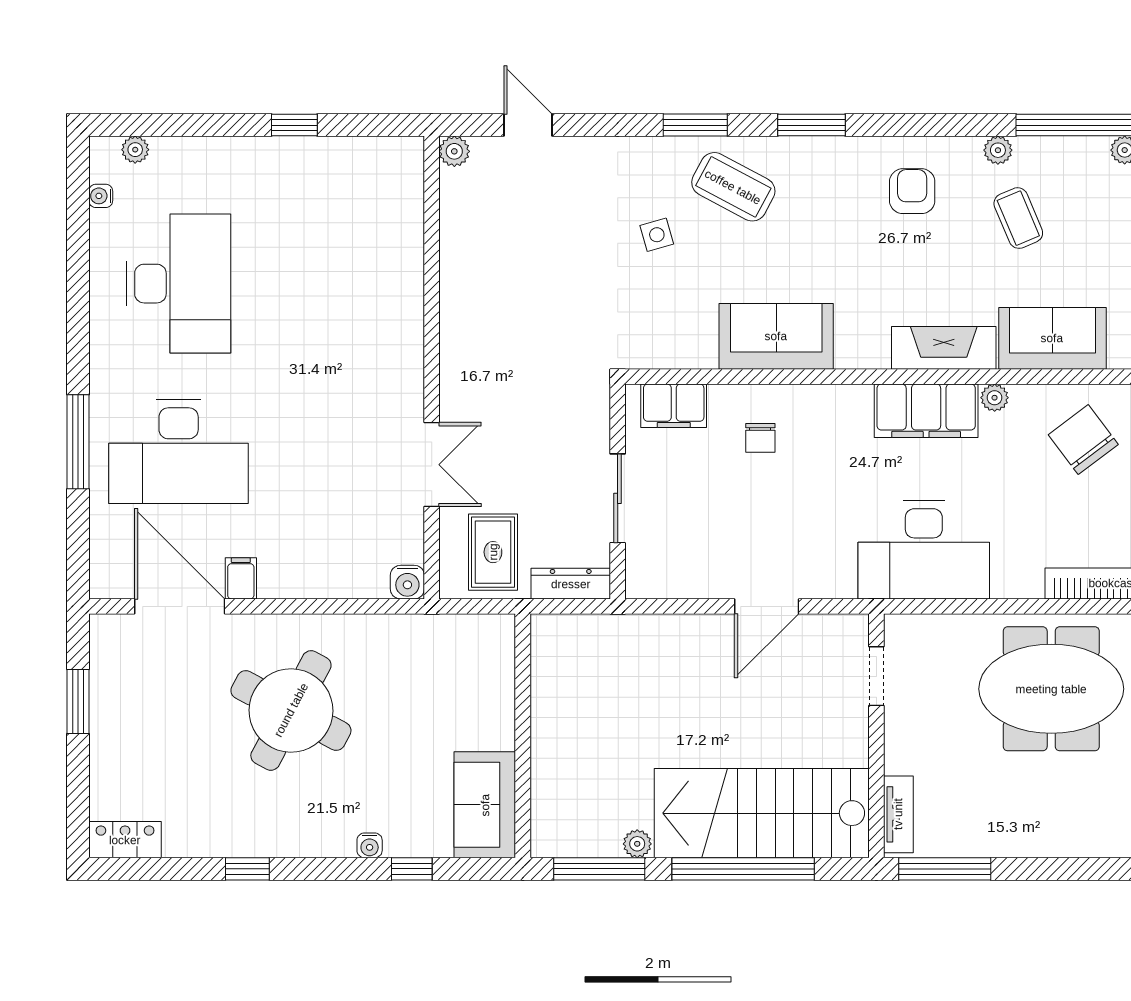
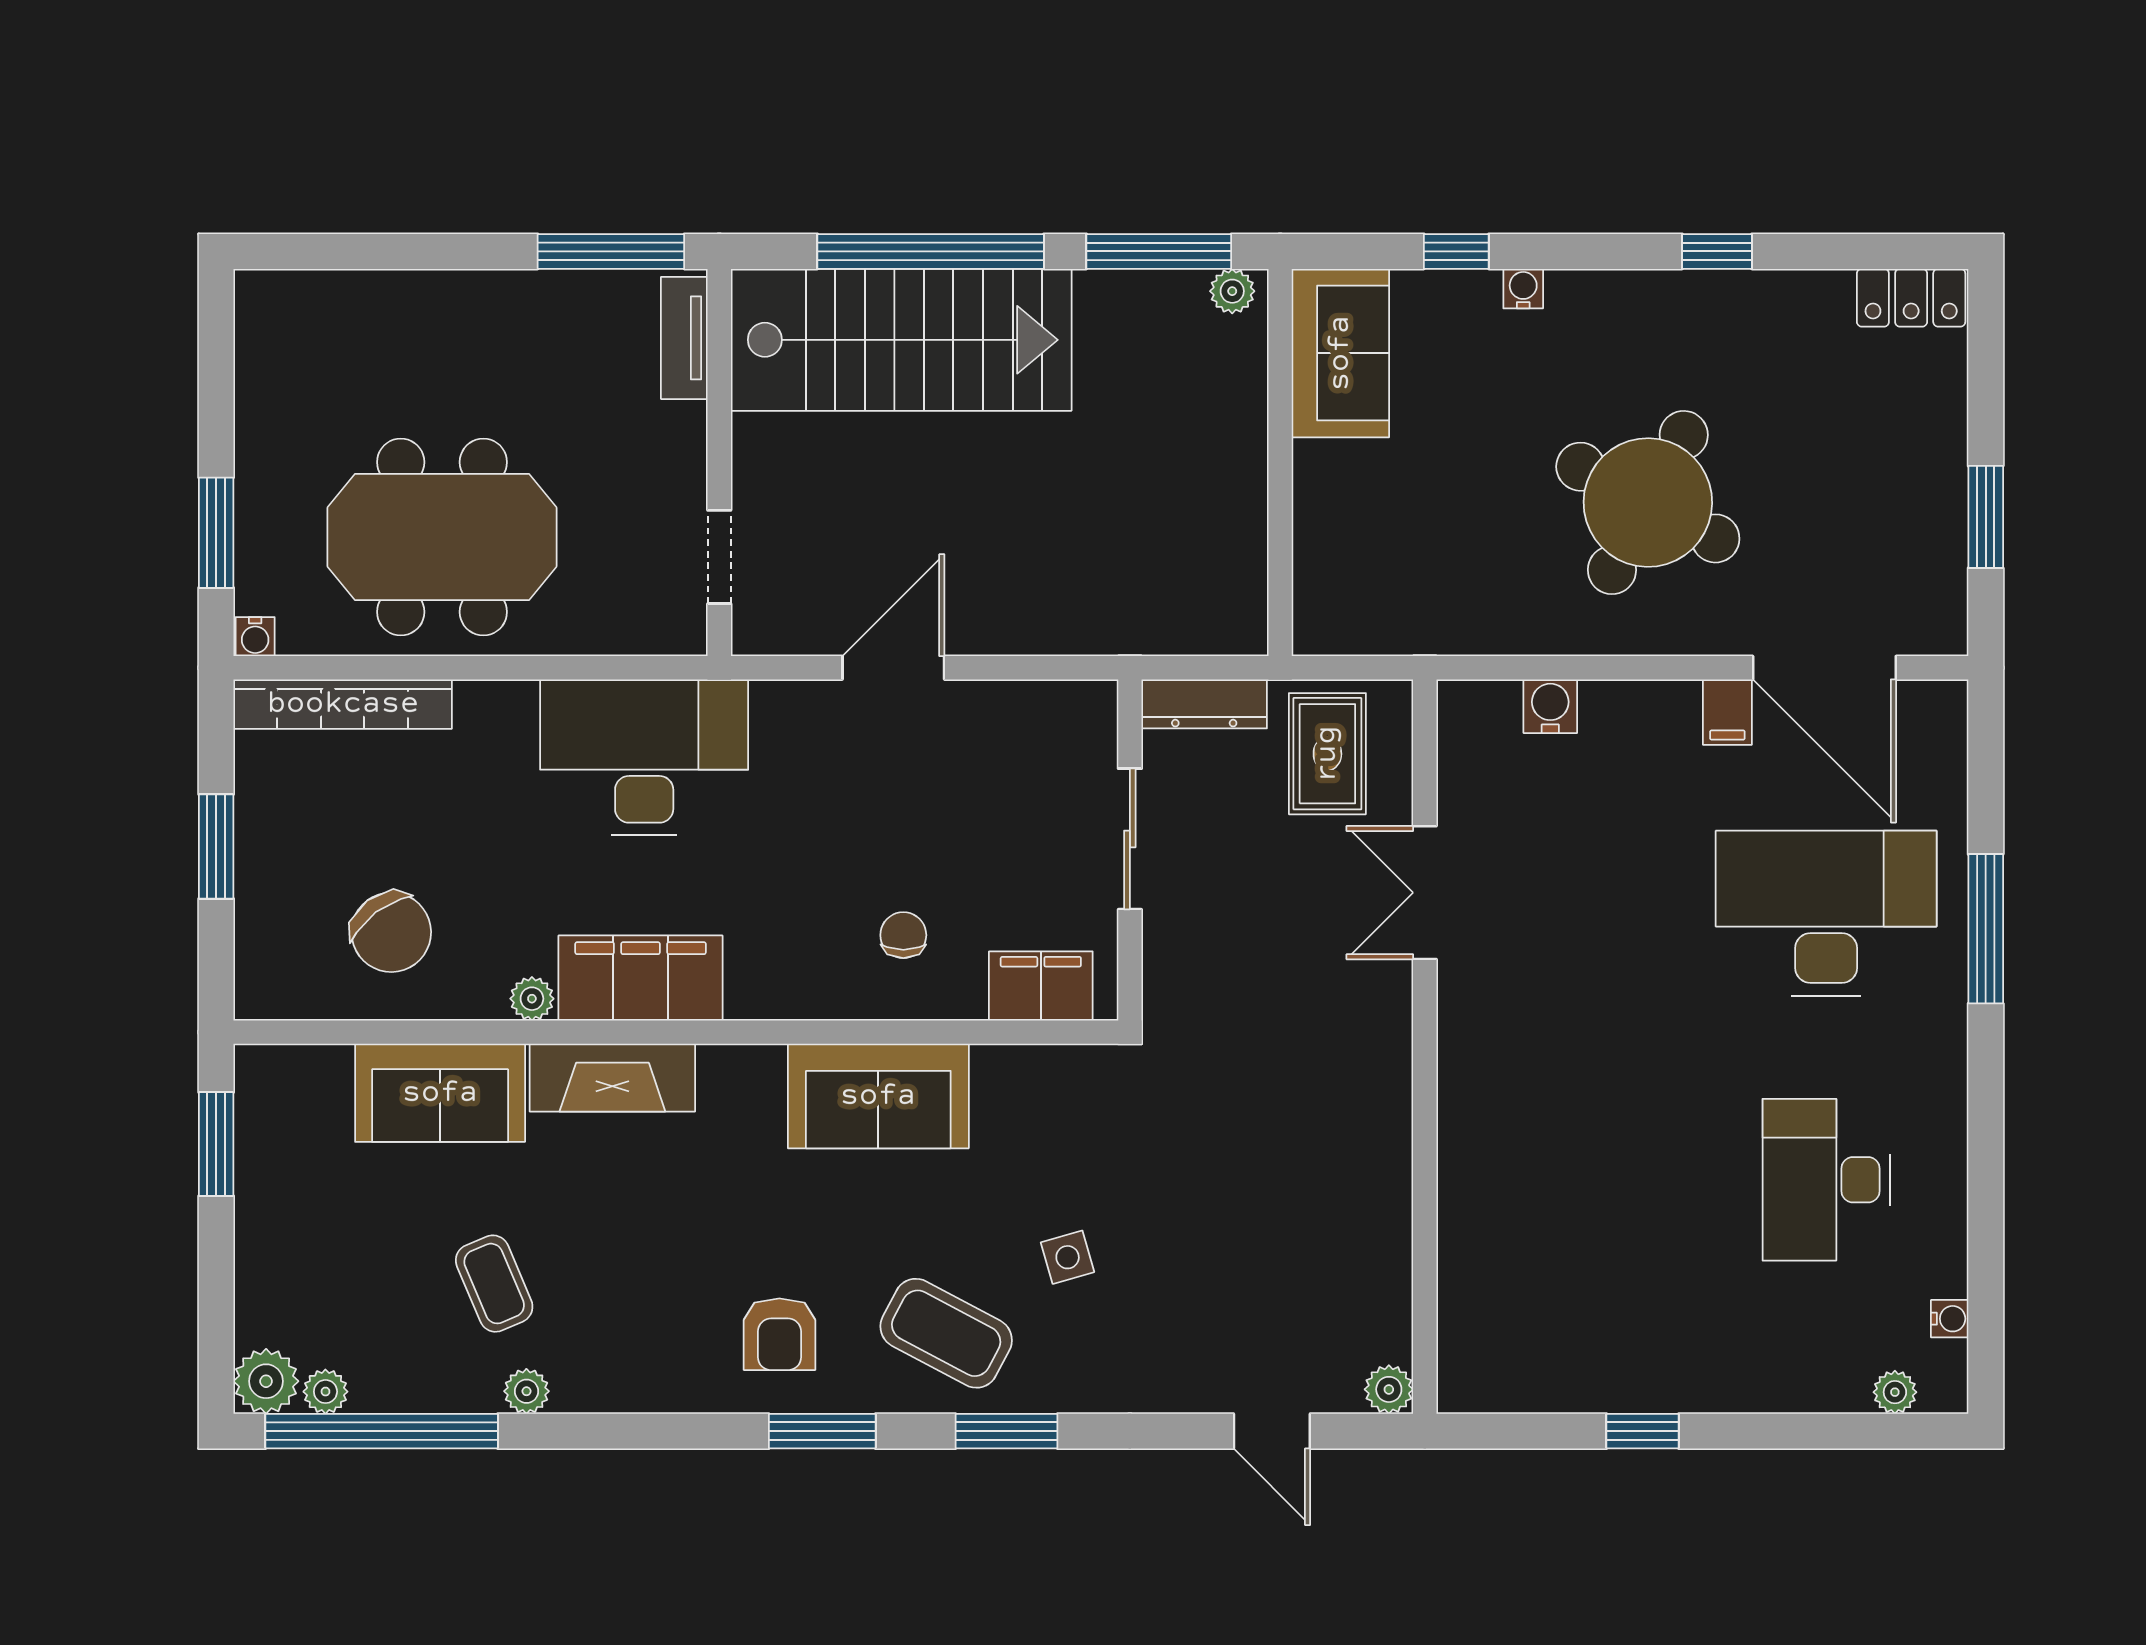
armchair: (912, 191) -> (779, 1334), moved
desk: (179, 284) -> (1826, 1180), width x0.73, depth x0.77
water cooler: (407, 582) -> (1550, 706), moved
plant: (637, 844) -> (1232, 291), moved

